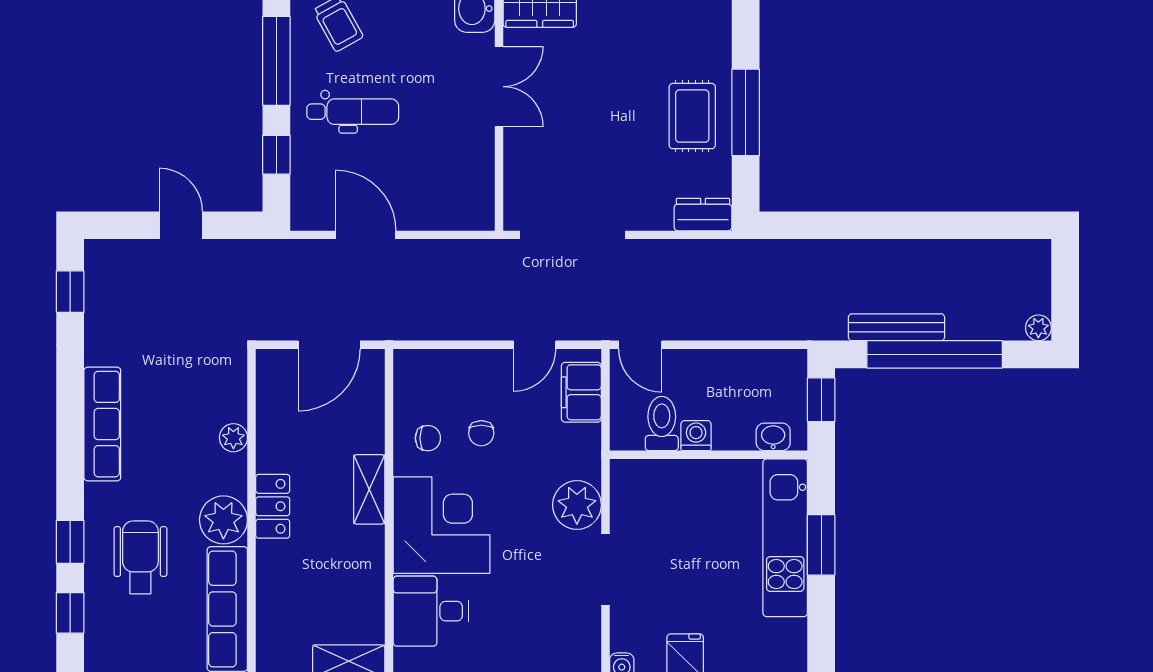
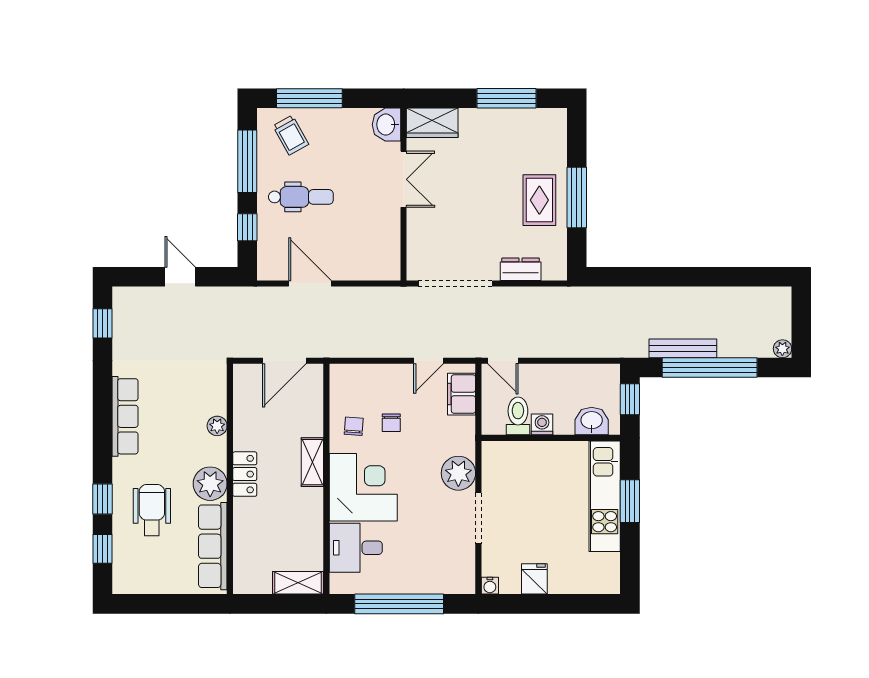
dresser: (703, 215) -> (521, 269), moved
washbasin: (773, 437) -> (592, 421), width x1.38, depth x1.45
chair: (428, 438) -> (354, 426), turned -86

